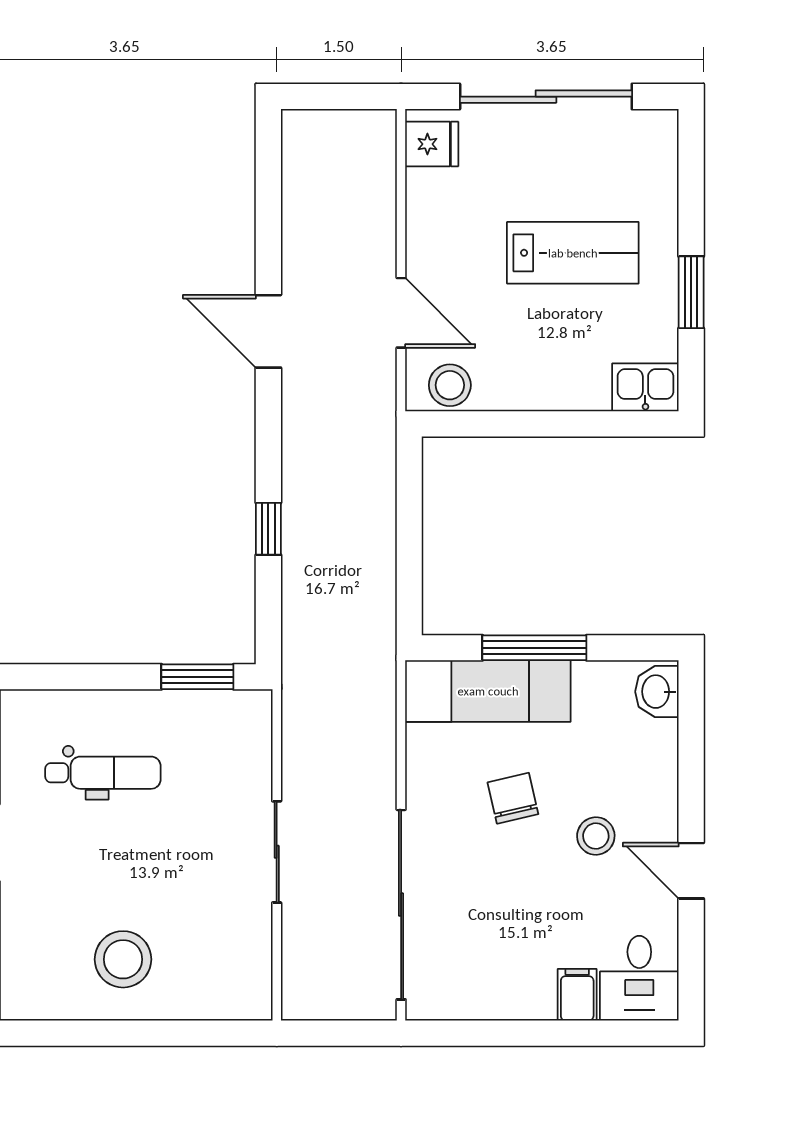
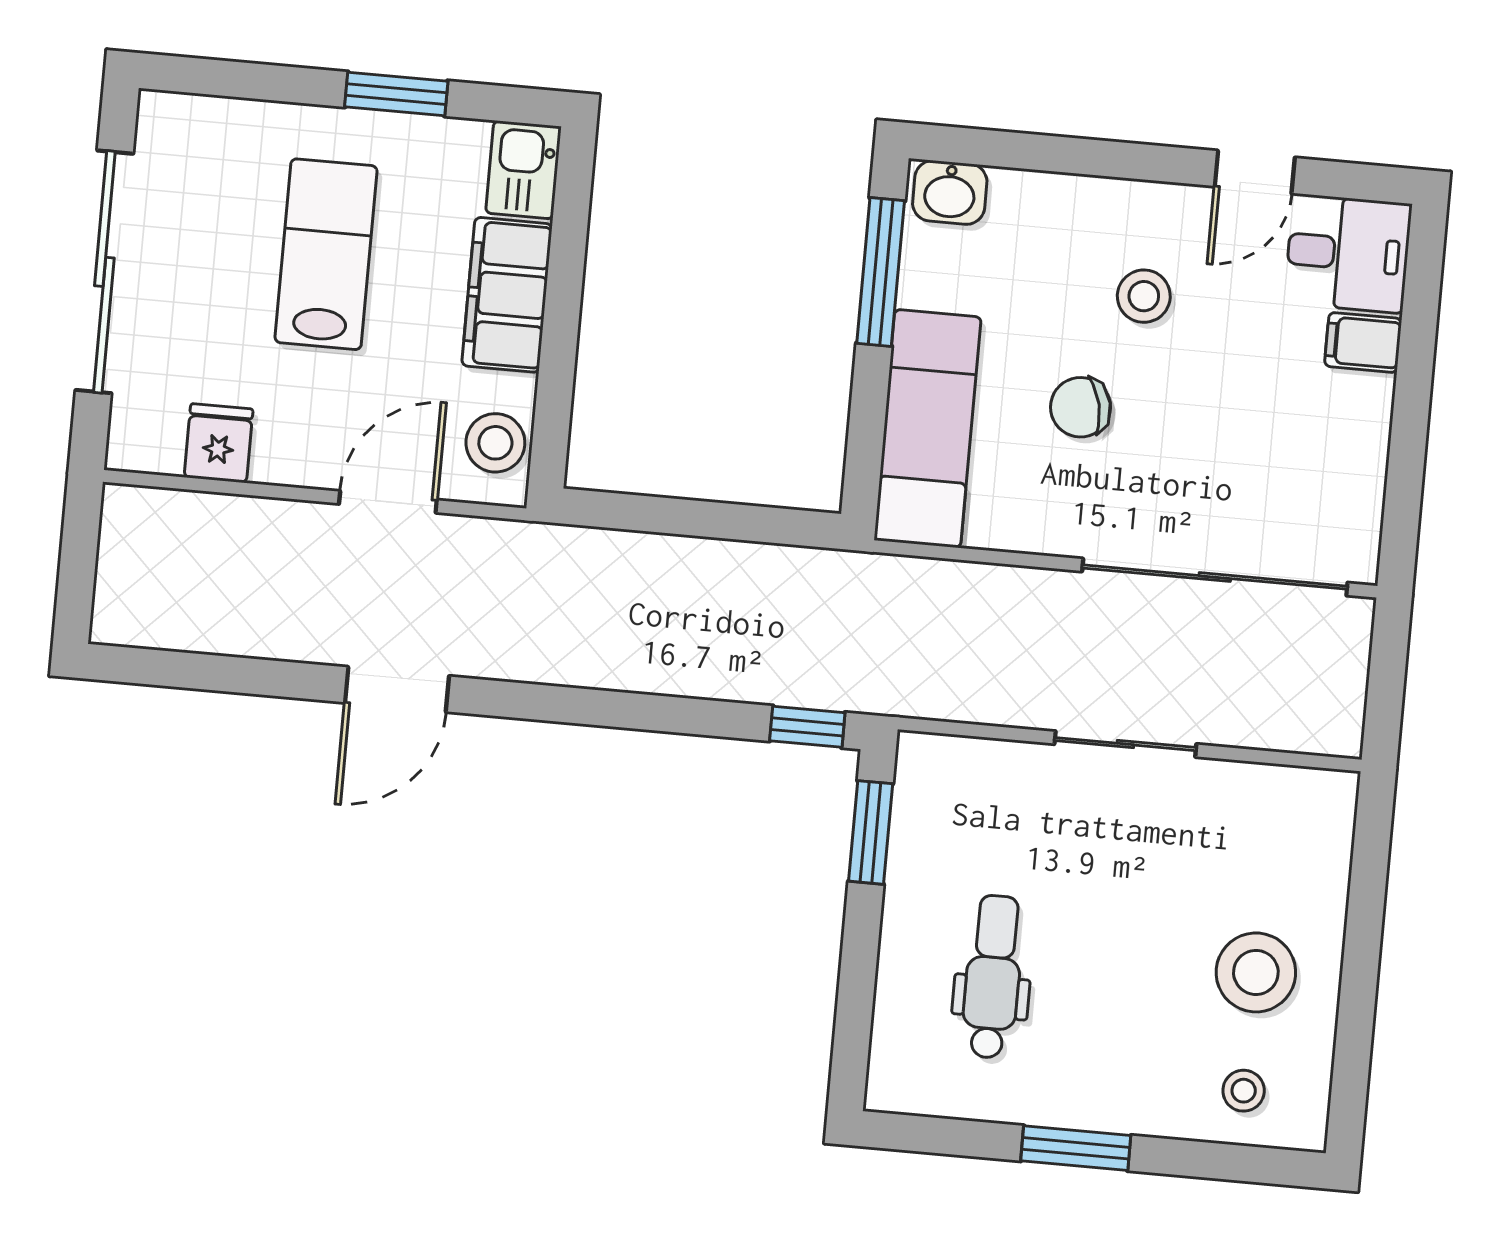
fridge: (432, 144) -> (219, 443), moved
filing cabinet: (556, 384) -> (507, 295), added
window: (268, 529) -> (807, 727), moved
window: (534, 648) -> (881, 272), moved
door: (691, 871) -> (1255, 172), moved
stool: (38, 958) -> (1244, 1091), added

